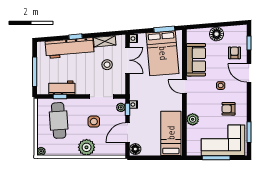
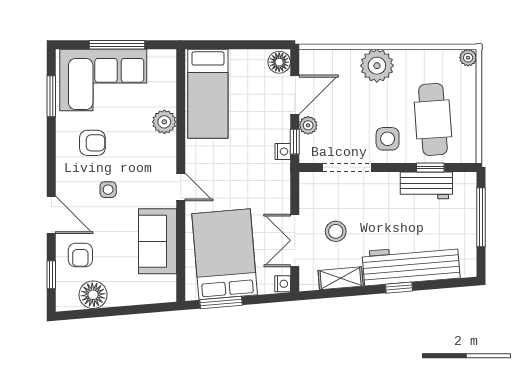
floor lamp: (217, 34) -> (93, 295), moved
plant: (121, 107) -> (308, 125), moved
side table: (94, 122) -> (388, 139), moved

